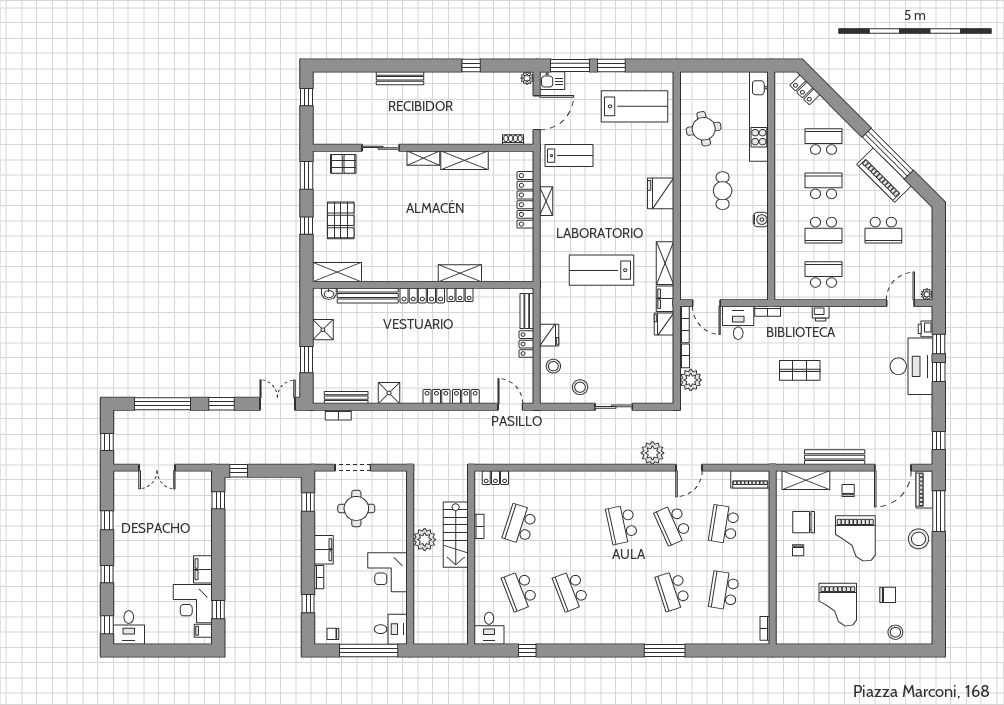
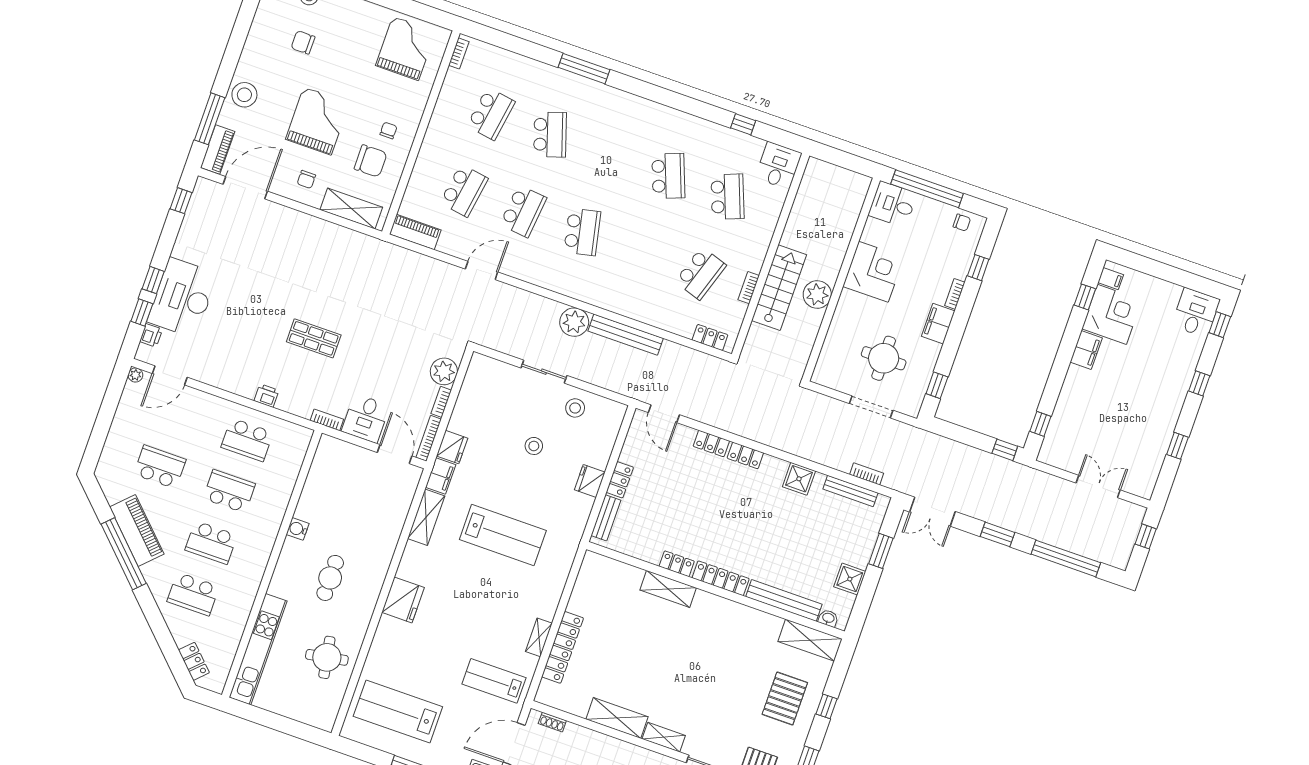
stool: (553, 366) -> (534, 446), moved
plant: (652, 453) -> (574, 322), moved
bench: (835, 457) -> (626, 335), moved
school desk: (673, 524) -> (523, 211), turned 30
grand piano: (838, 605) -> (406, 48), moved

